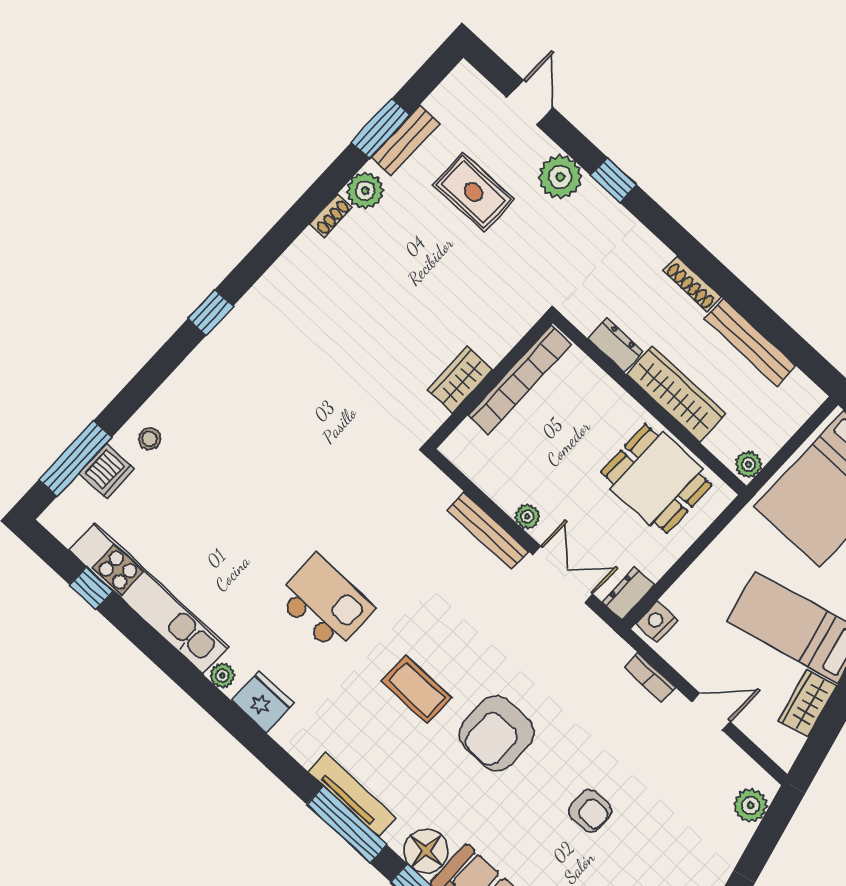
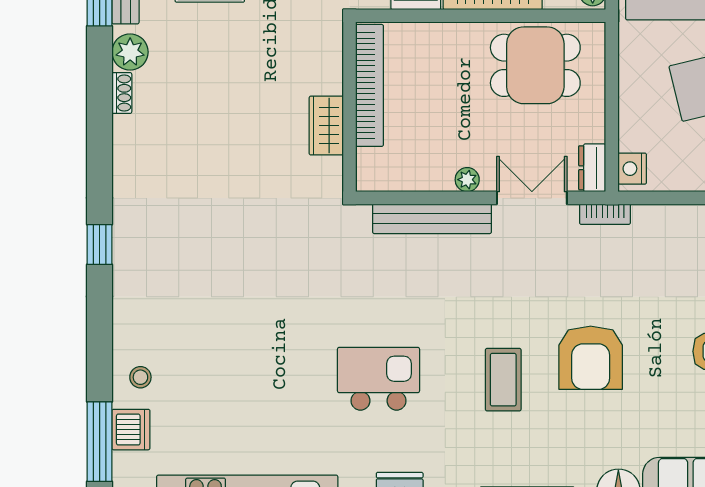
bench: (488, 530) -> (432, 219), width x1.37, depth x1.21
bookcase: (650, 678) -> (605, 214), moved
coffee table: (417, 689) -> (503, 380), turned 90

